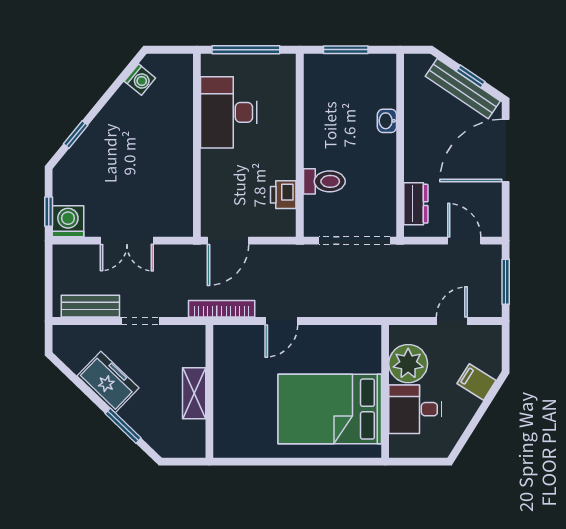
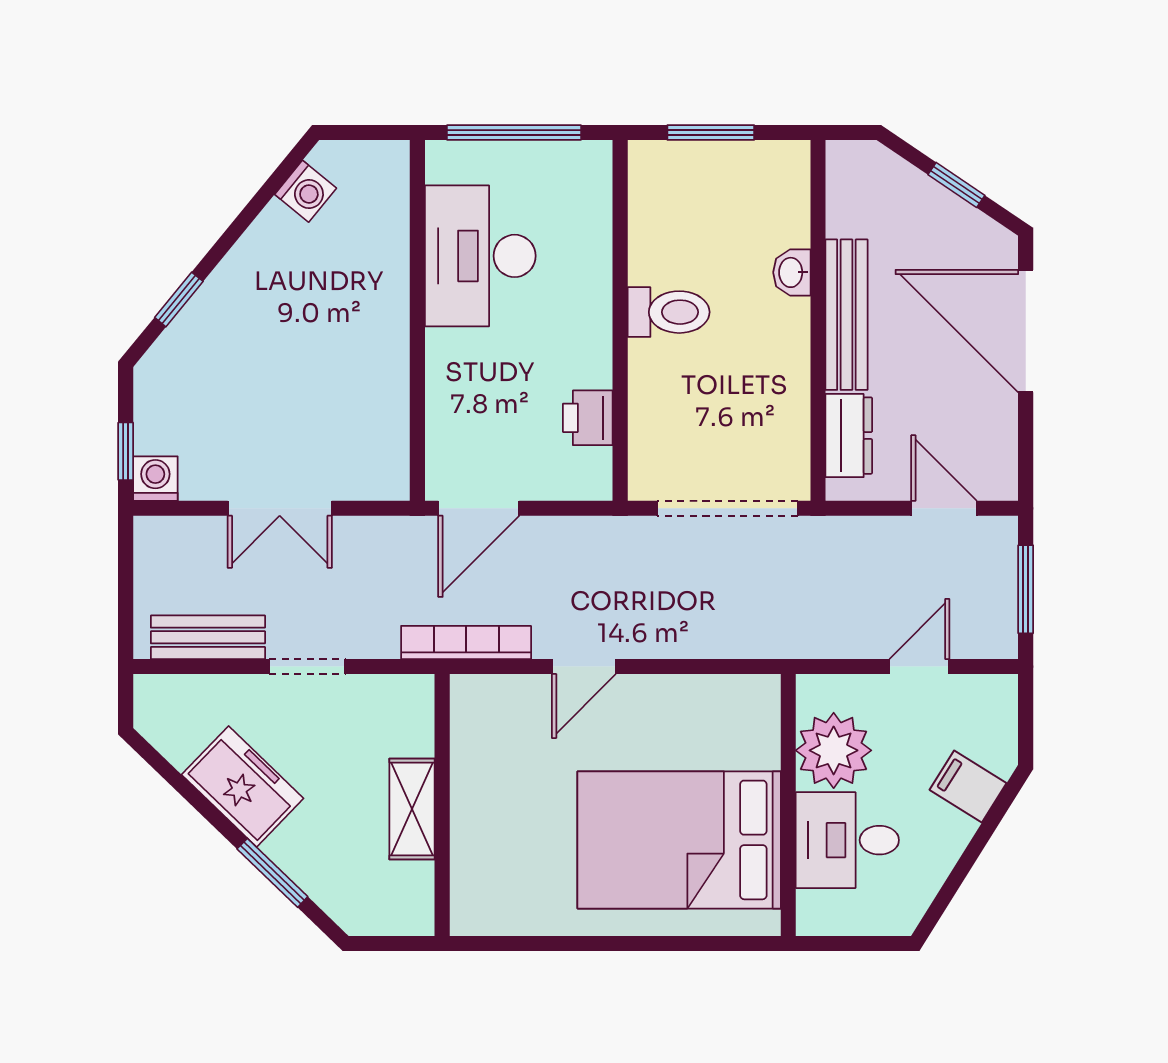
bench: (463, 89) -> (846, 315), moved, turned 56
door: (506, 151) -> (1026, 331), hinge flipped
toilet: (324, 181) -> (669, 312), moved
washing machine: (68, 221) -> (155, 479), width x0.73, depth x0.73

